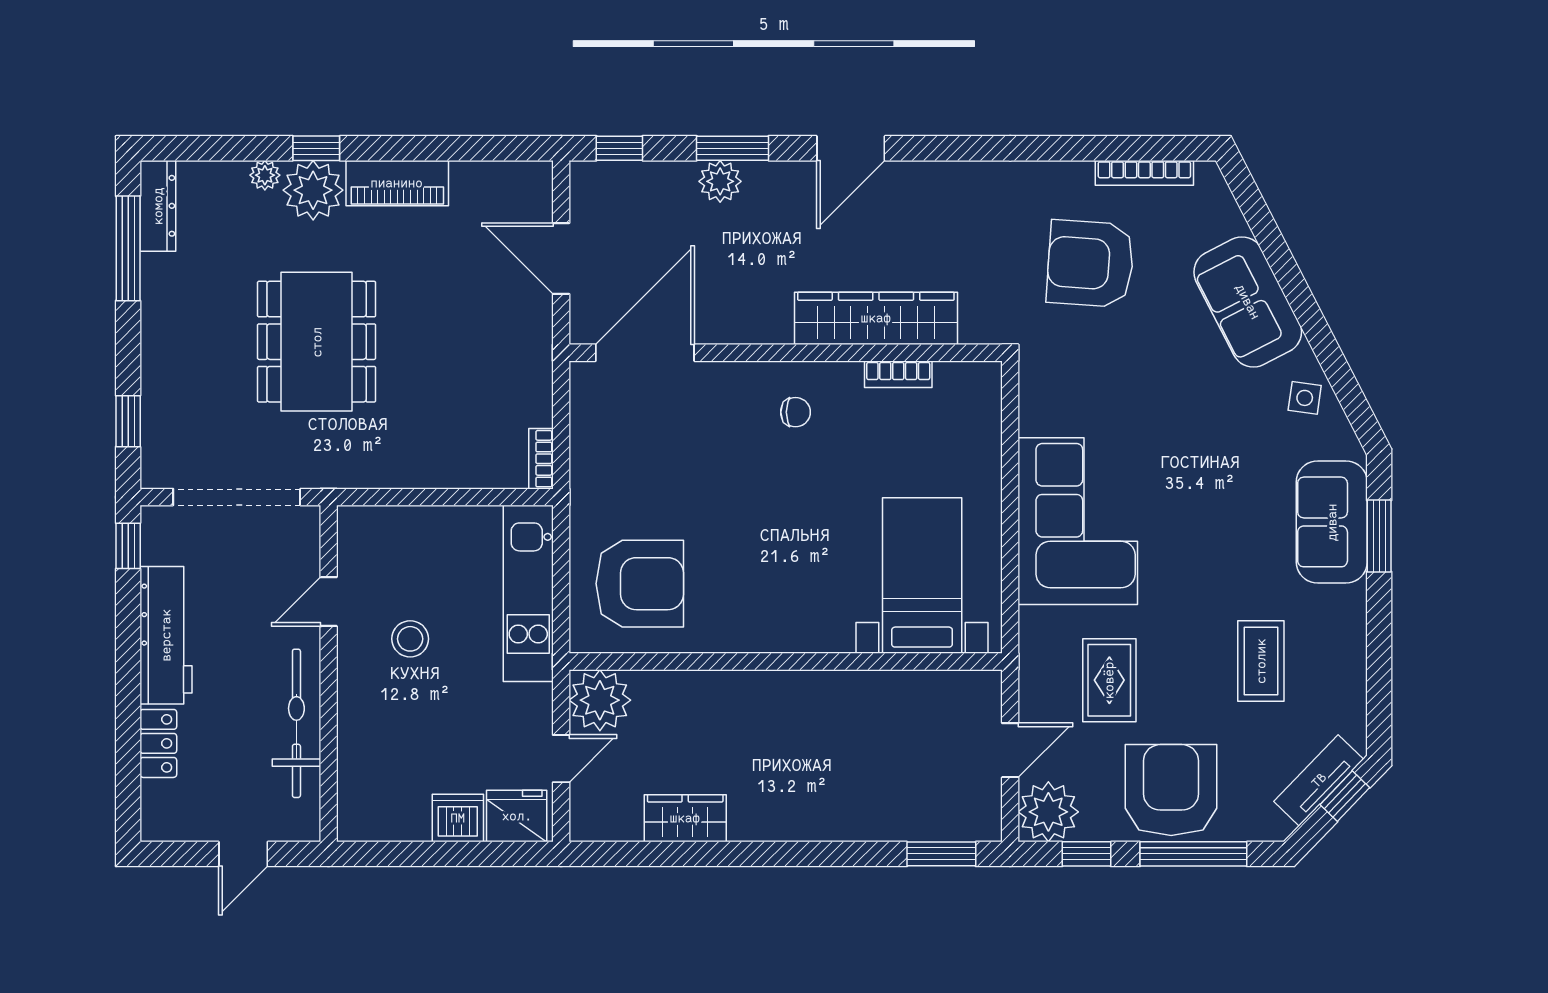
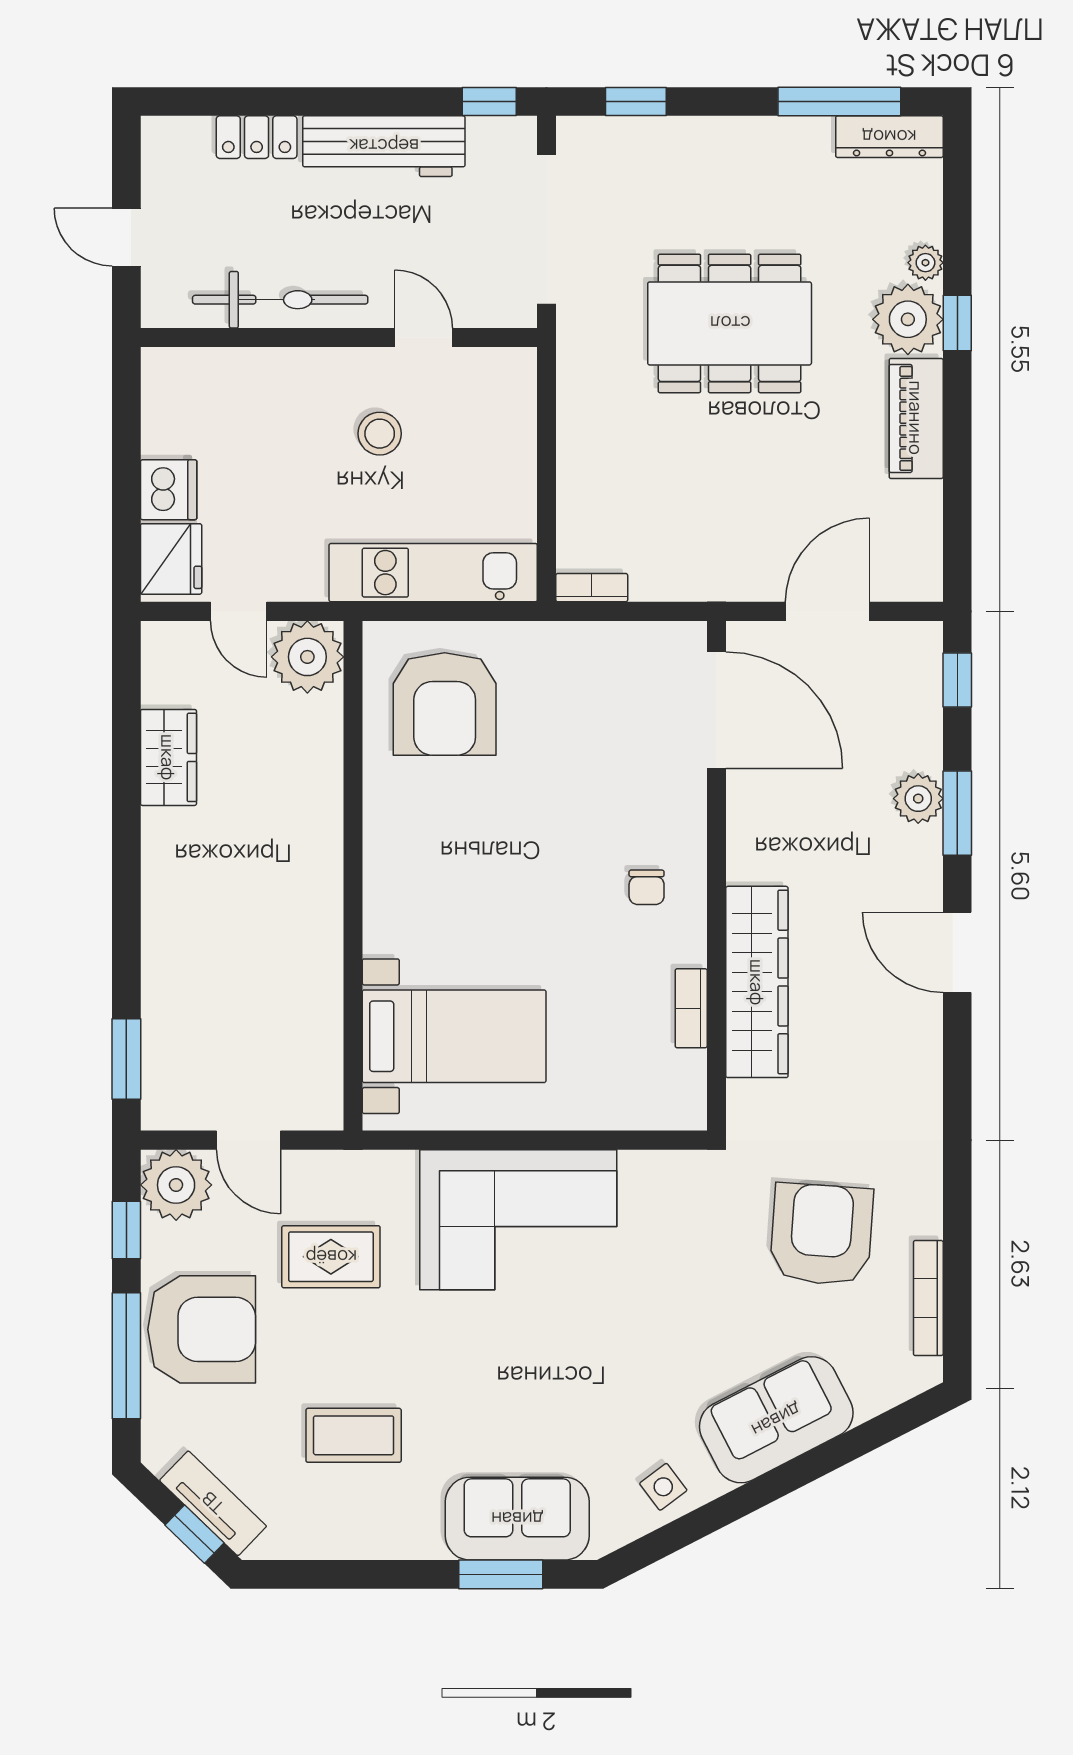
side table: (1305, 398) -> (663, 1487), turned 45

